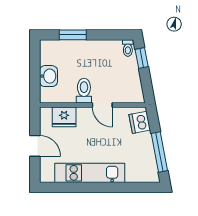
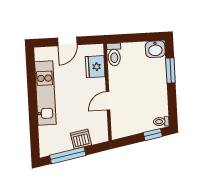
washbasin: (48, 76) -> (155, 49), moved
toilet: (84, 91) -> (114, 55), moved, turned 90
dishwasher: (140, 122) -> (81, 139), moved

